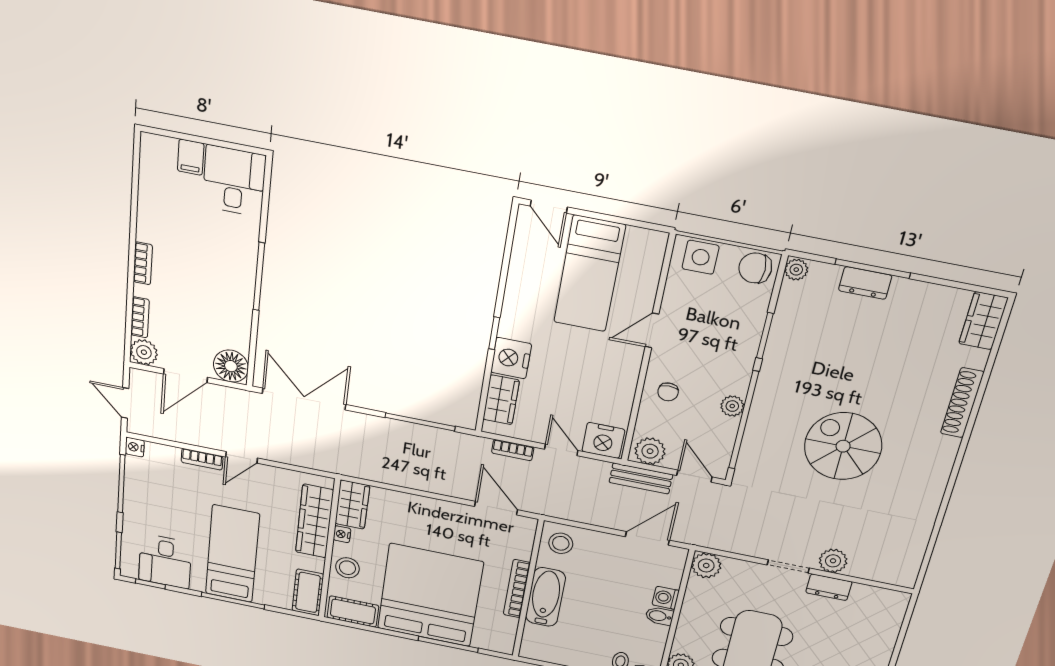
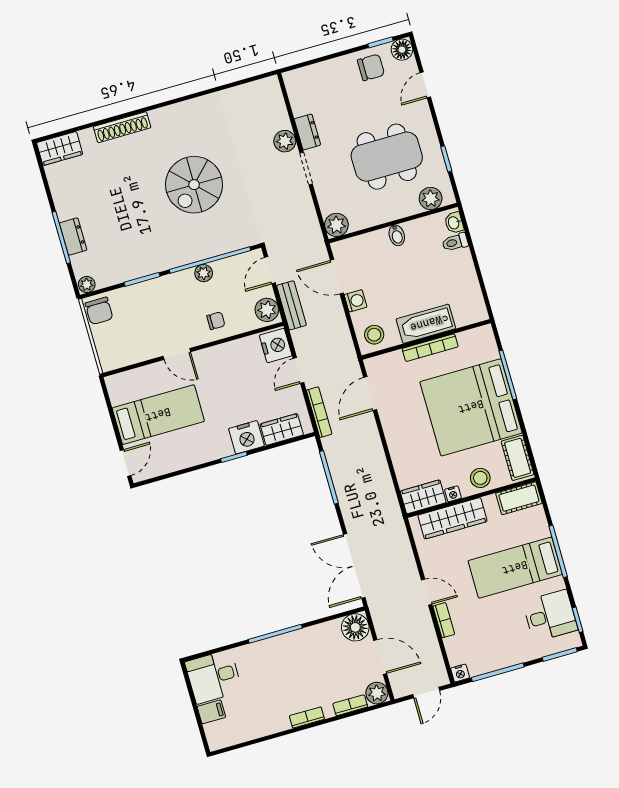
side table: (701, 257) -> (110, 349), removed
bookcase: (513, 450) -> (319, 412), width x1.56
washing machine: (666, 598) -> (356, 301), moved, turned -90

